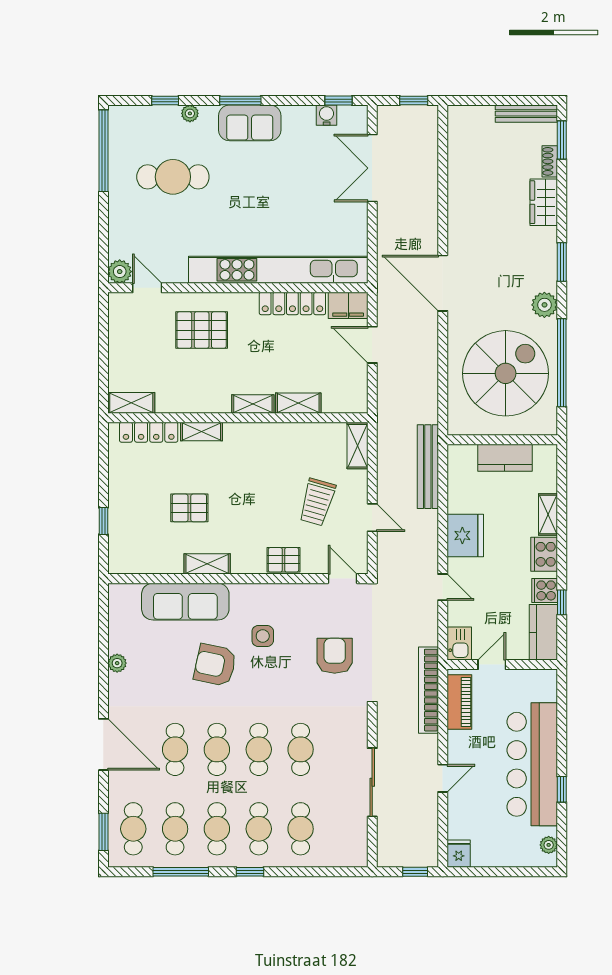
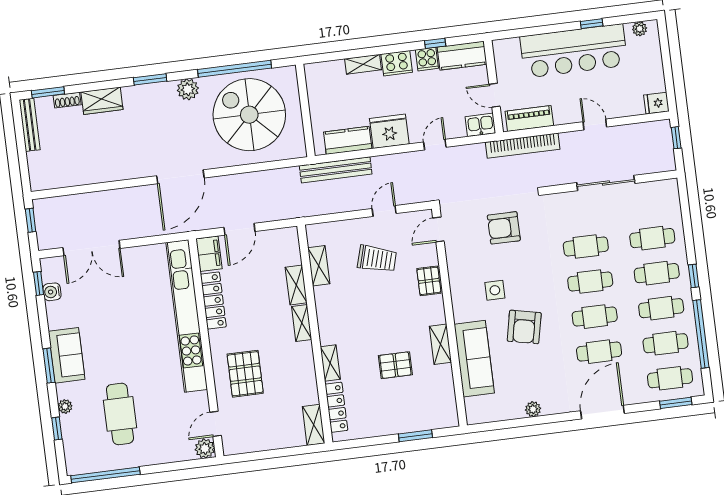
shelving: (357, 446) -> (319, 266), moved, turned 90
kitchen counter: (505, 458) -> (348, 140), moved, turned -90
pallet: (189, 508) -> (395, 365), turned 90
window: (103, 521) -> (415, 436), width x1.50
window: (181, 872) -> (701, 334), width x1.46

